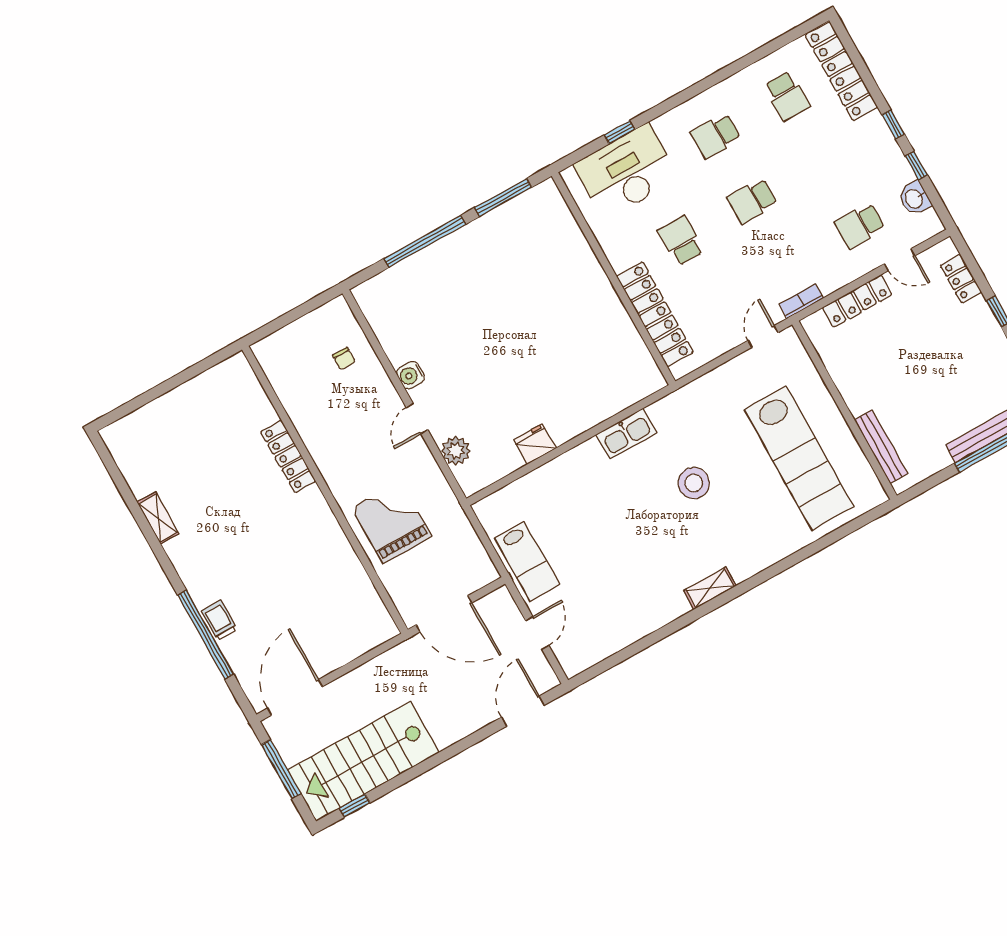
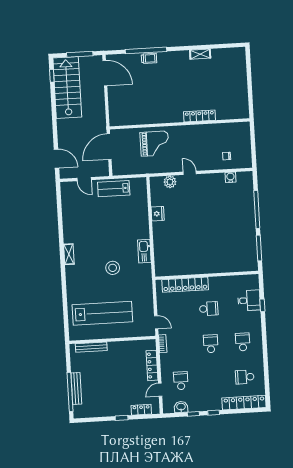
desk: (626, 172) -> (249, 300), width x0.53, depth x0.77
water cooler: (410, 375) -> (230, 177), moved
lab bench: (799, 458) -> (102, 313), turned 180

